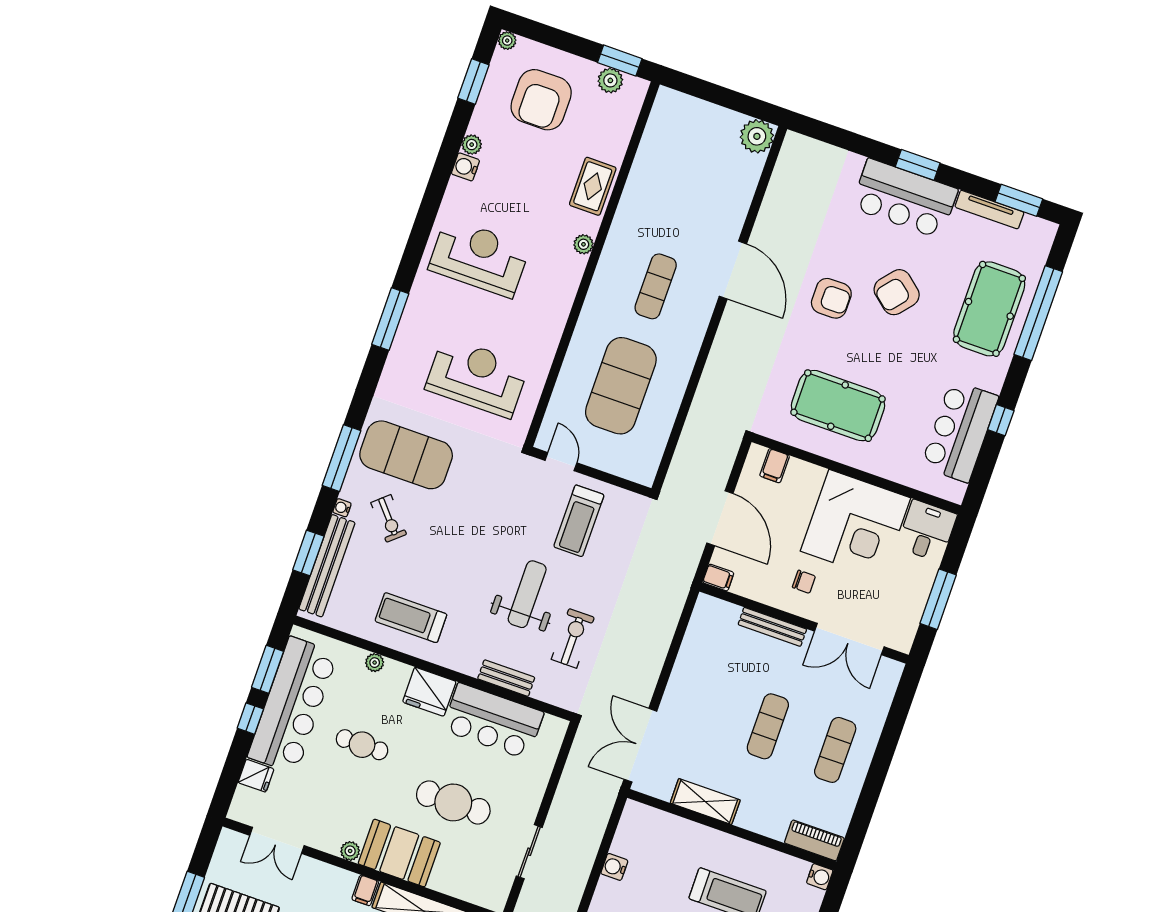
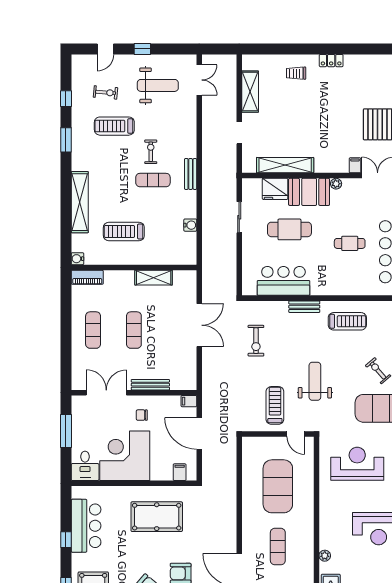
reception desk: (477, 377) -> (357, 464), turned 180
weight bench: (527, 594) -> (315, 381), moved, turned 180
plant: (375, 663) -> (358, 290), removed
bench: (506, 678) -> (304, 307), moved
fridge: (429, 692) -> (275, 189), moved, turned 180
double door: (640, 745) -> (199, 325), moved
filing cabinet: (365, 890) -> (355, 165), moved

